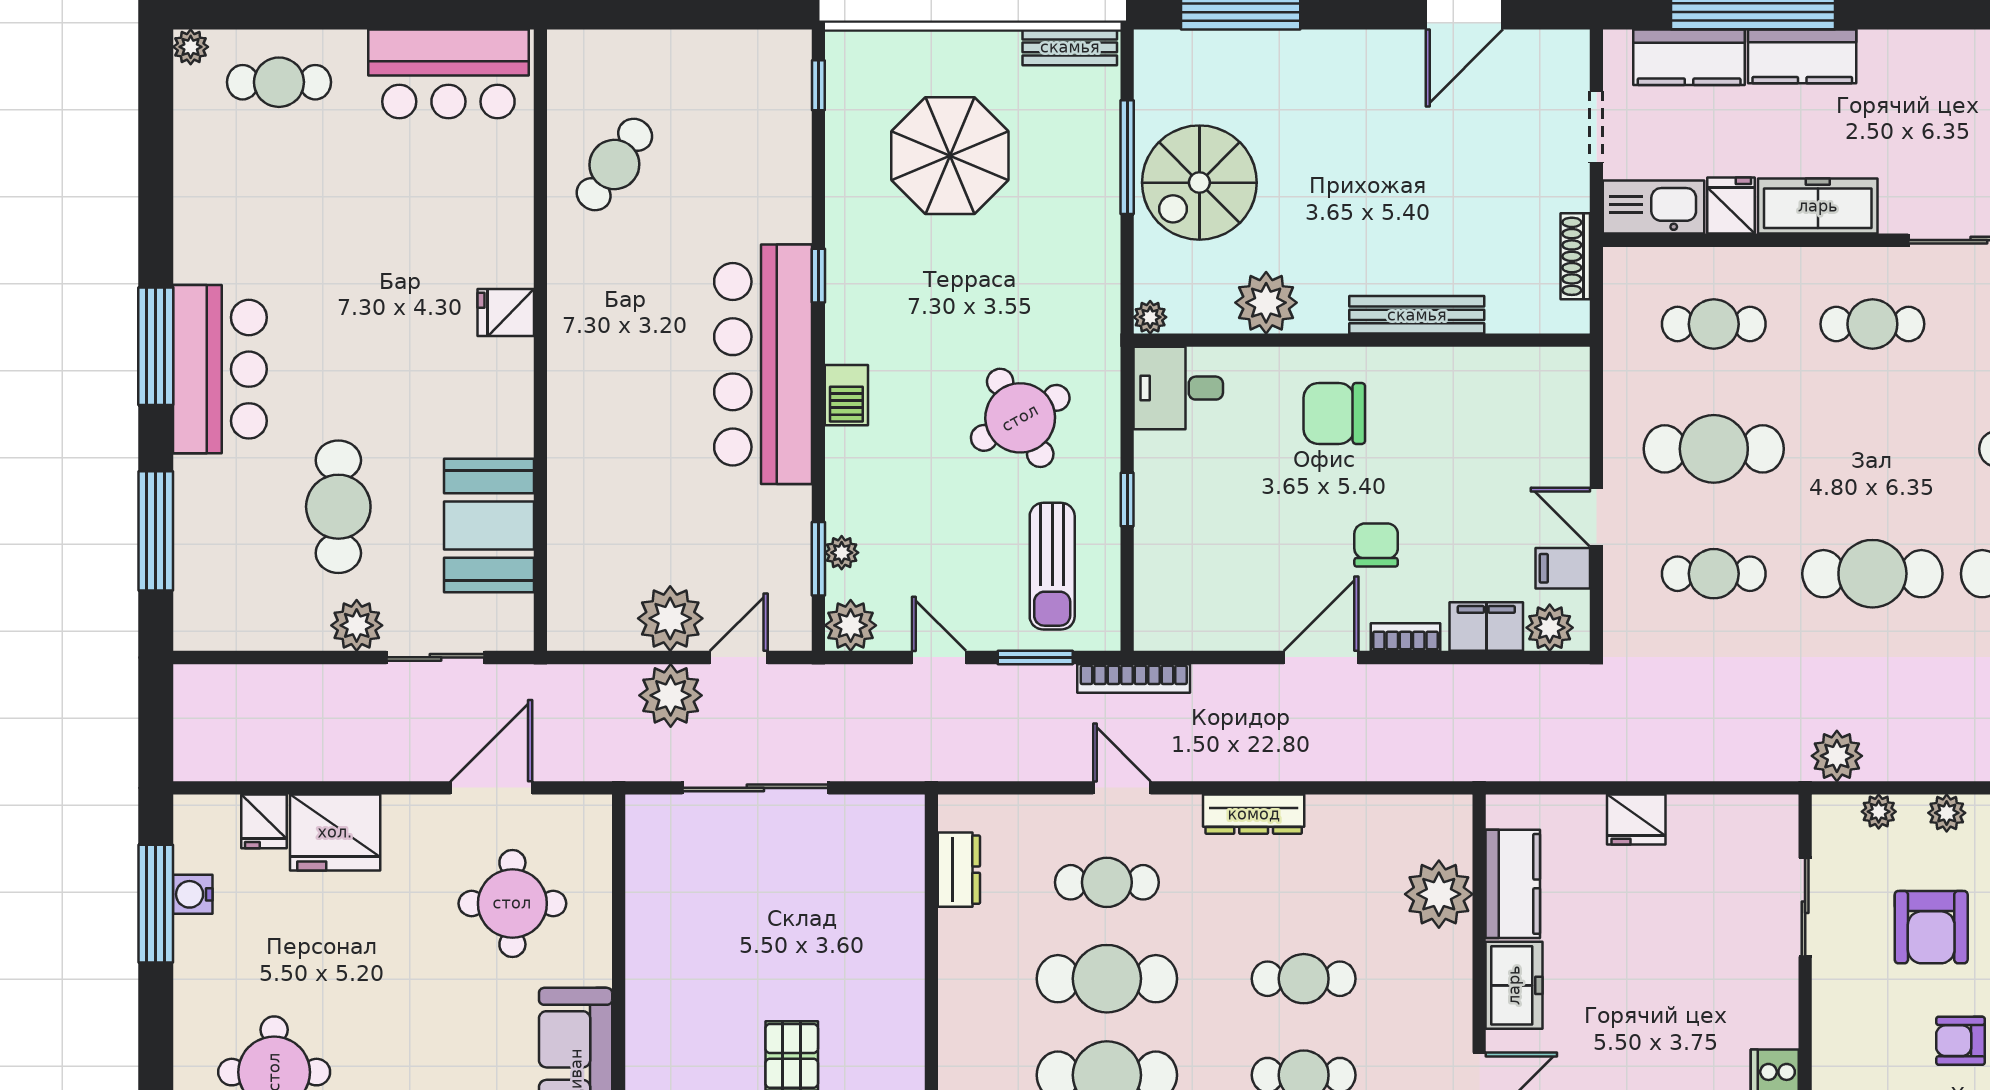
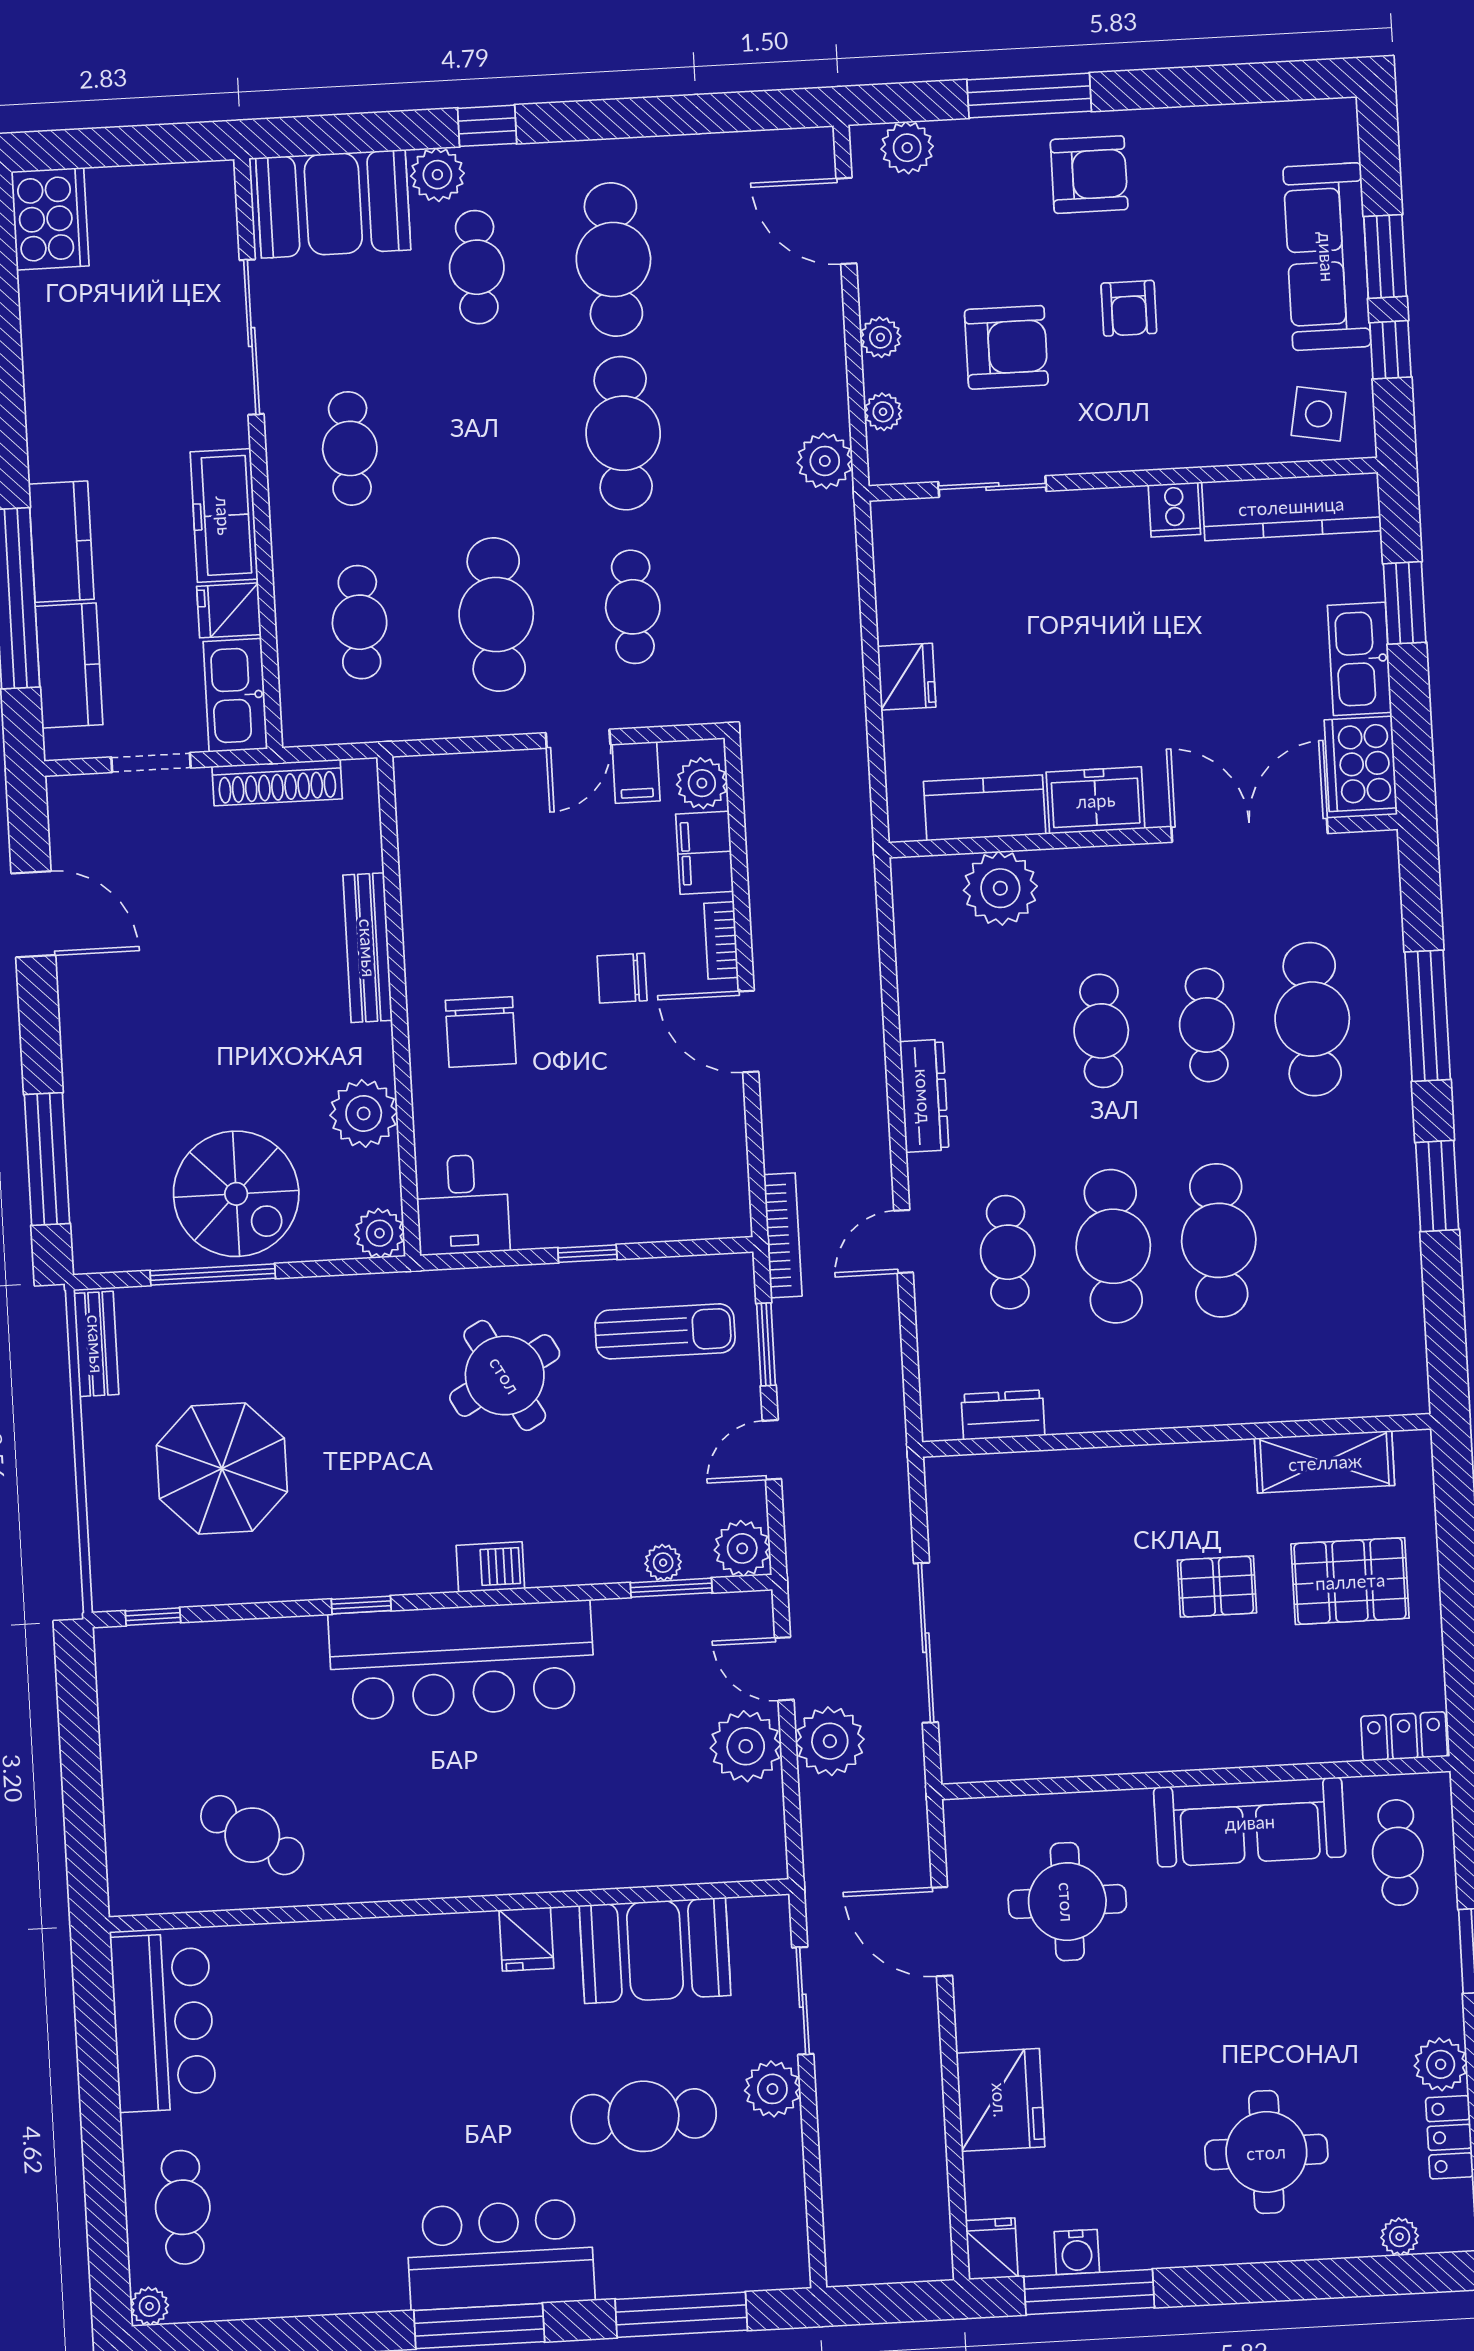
shoe rack: (1575, 256) -> (277, 783), width x1.36, depth x1.24
fridge: (506, 313) -> (526, 1939), moved
plant: (1150, 317) -> (379, 1233), width x1.38, depth x1.38
fridge: (264, 821) -> (992, 2249), moved, turned -90

